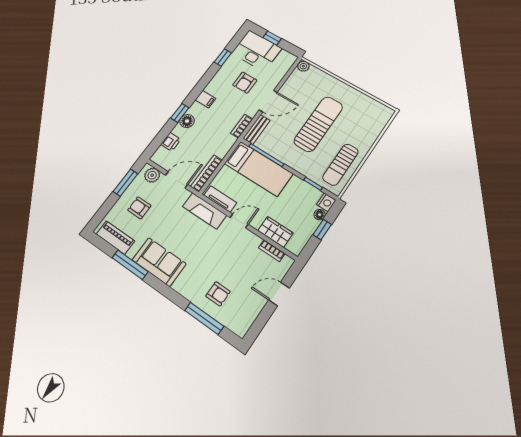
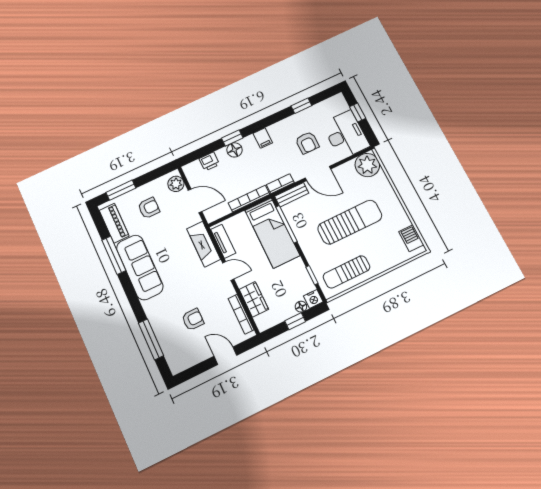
desk: (257, 51) -> (346, 135), moved
plant: (303, 66) -> (367, 165), width x1.88, depth x1.88
armchair: (245, 83) -> (307, 143), turned -90
barbecue: (377, 108) -> (411, 238), added
bookcase: (207, 173) -> (249, 199), moved
window: (125, 183) -> (121, 190), moved
armchair: (139, 208) -> (149, 208), turned 90
bookcase: (272, 251) -> (241, 314), width x1.56
sofa: (159, 262) -> (140, 267), width x1.36
armchair: (218, 294) -> (193, 319), moved, turned -90

